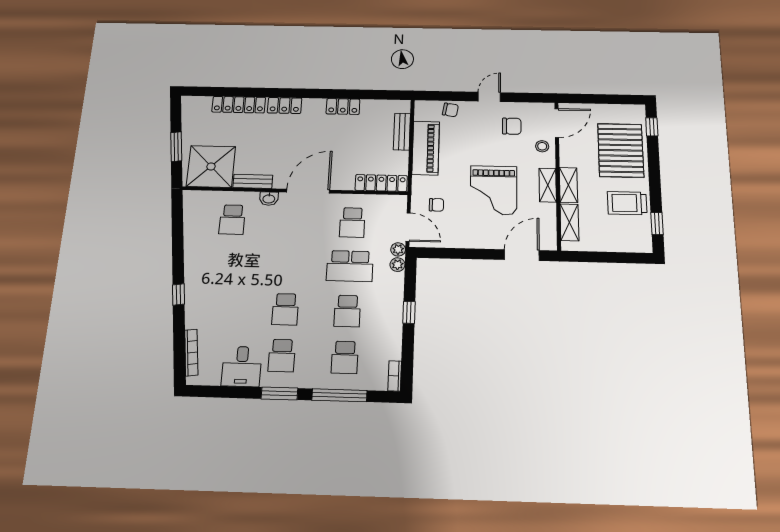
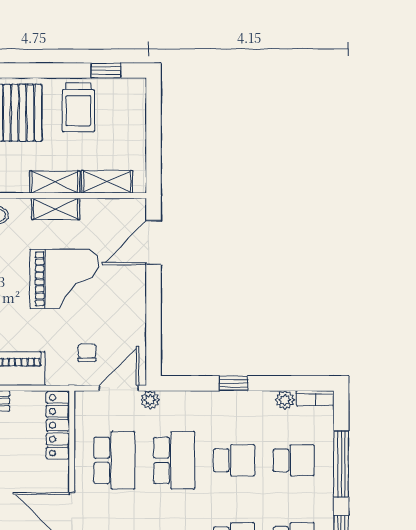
school desk: (352, 222) -> (114, 460), width x1.85
door: (522, 255) -> (153, 243), hinge flipped
plant: (397, 265) -> (285, 400), moved

